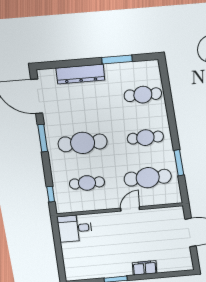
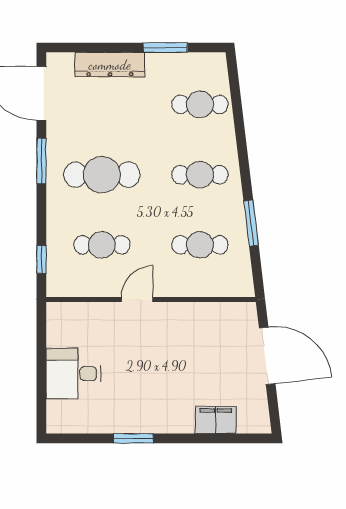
cafe table: (148, 178) -> (200, 245), width x0.73, depth x0.74
door: (130, 209) -> (137, 299), moved
desk: (75, 228) -> (73, 374), moved
filing cabinet: (145, 268) -> (216, 420), moved

